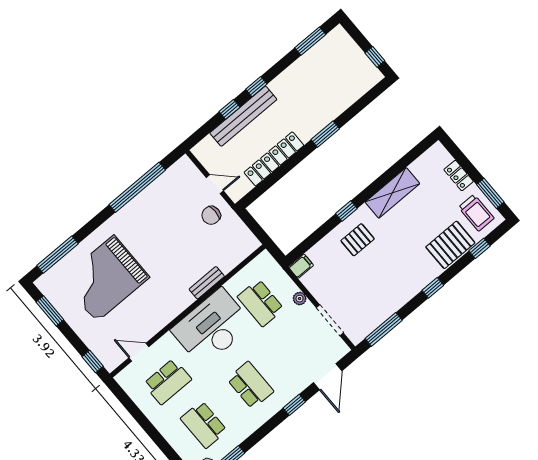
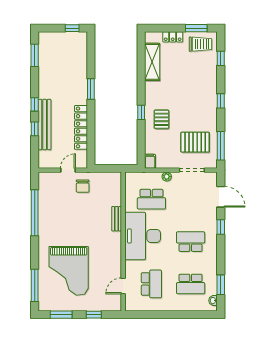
shelving: (392, 193) -> (152, 62), moved
pallet: (450, 245) -> (195, 142), moved, turned 90
window: (93, 361) -> (94, 315), moved

